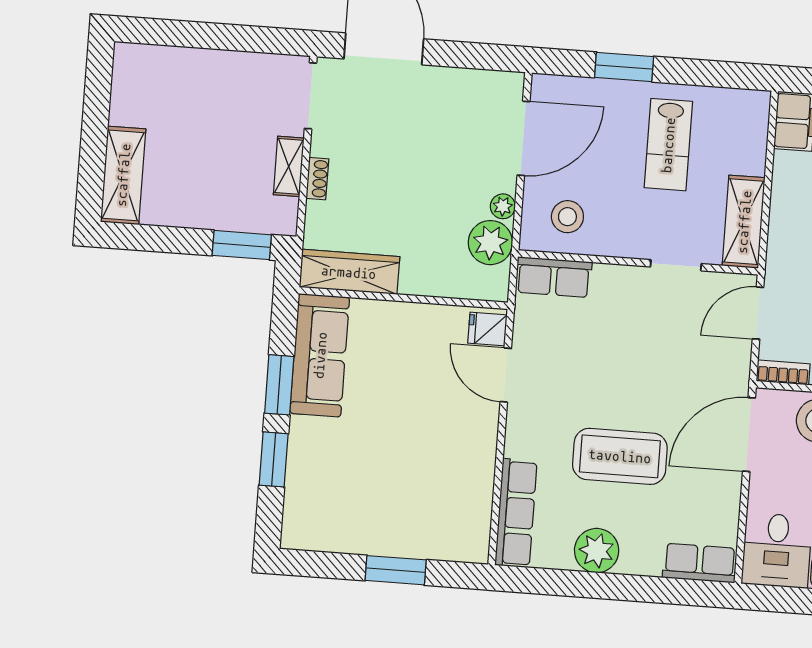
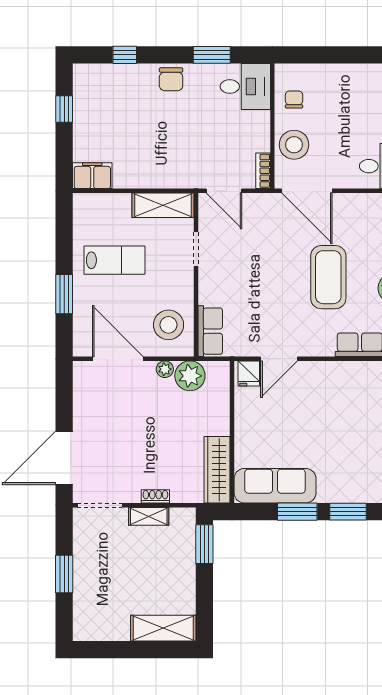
window: (213, 36) -> (64, 574), added
stool: (567, 217) -> (169, 325), width x1.38, depth x1.38

